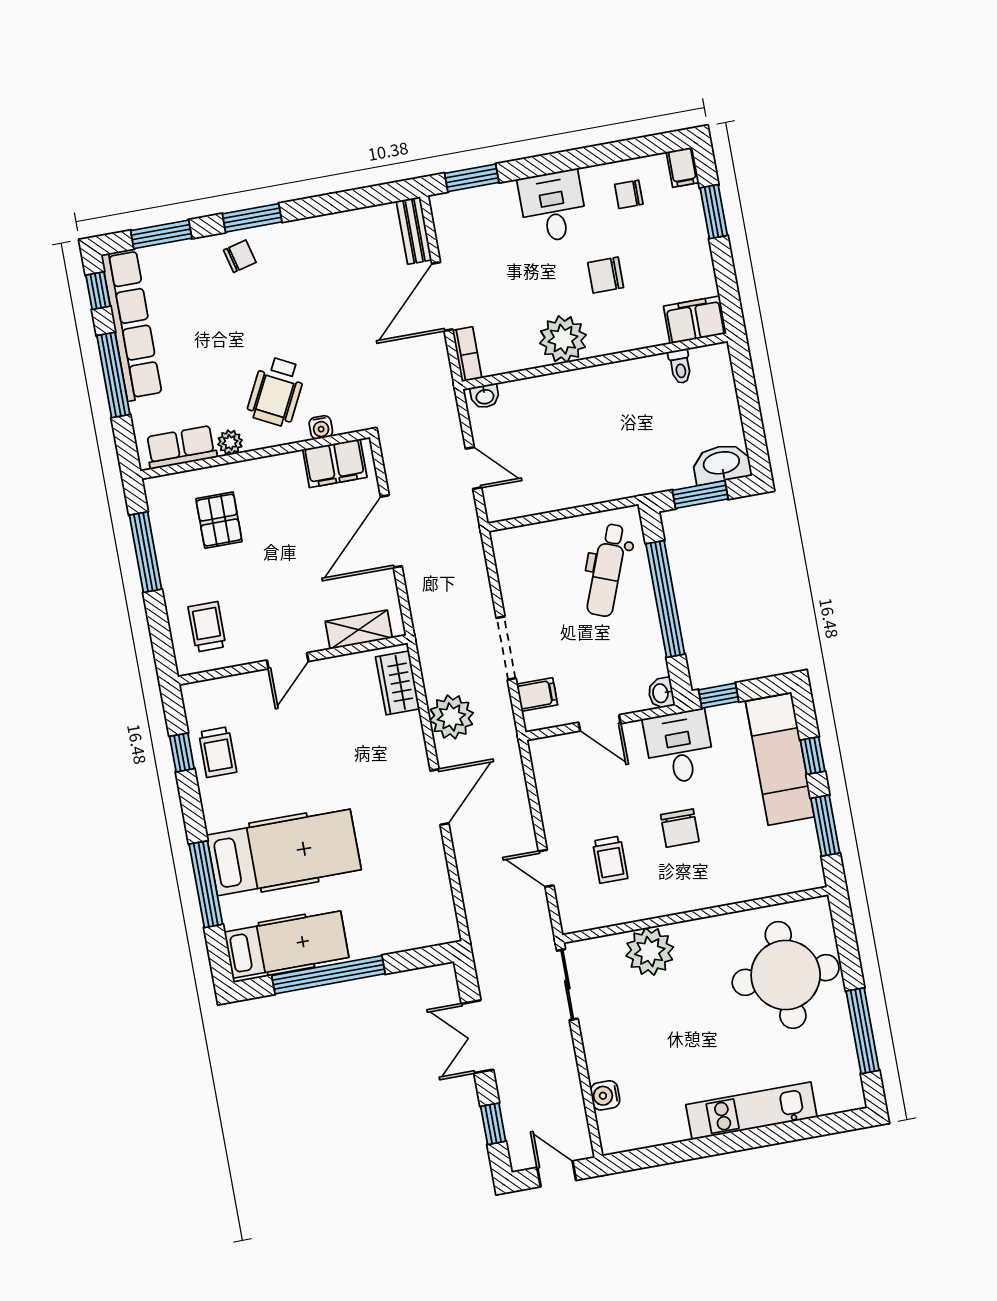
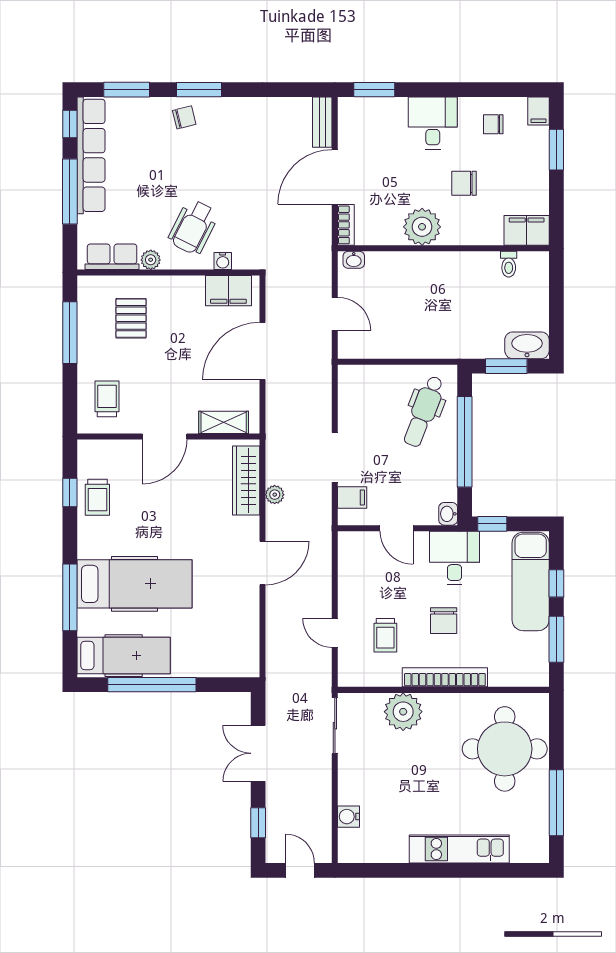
door: (288, 661) -> (164, 437), width x1.37
wardrobe: (398, 683) -> (246, 481), width x1.50
plant: (451, 717) -> (275, 495), width x0.53, depth x0.53
bookcase: (694, 899) -> (445, 677), added

